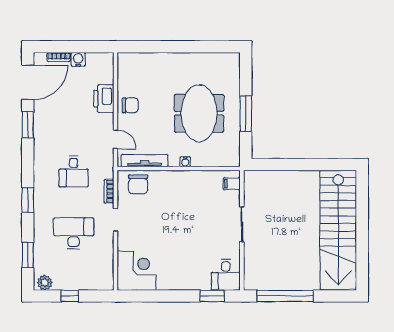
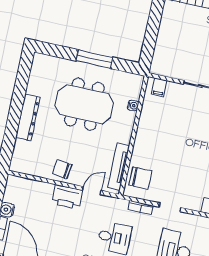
dresser: (174, 61) -> (28, 118), added
printer: (104, 99) -> (67, 197), moved
chair: (130, 105) -> (62, 169), turned -83
water cooler: (185, 162) -> (133, 106), moved

